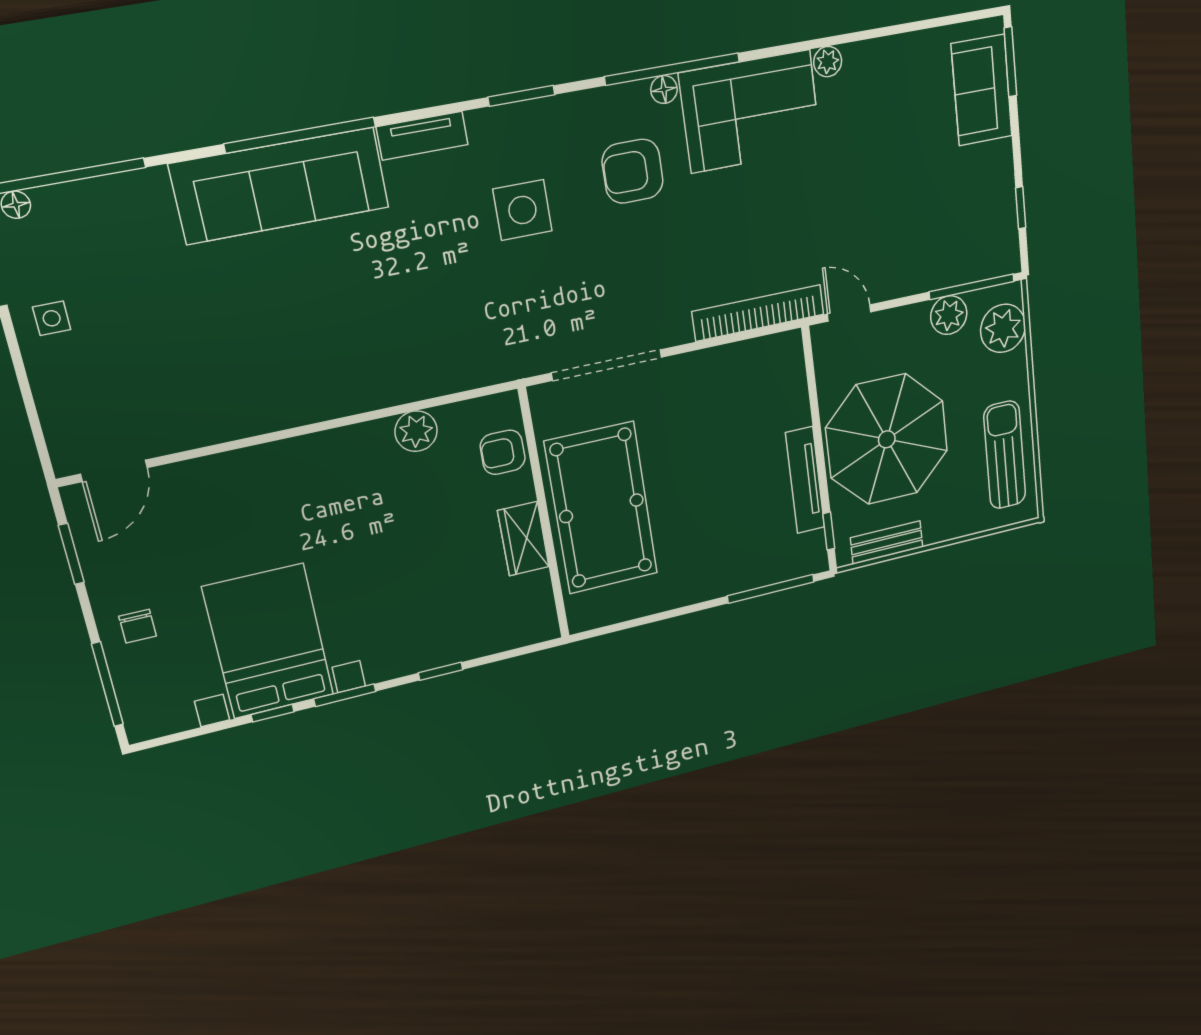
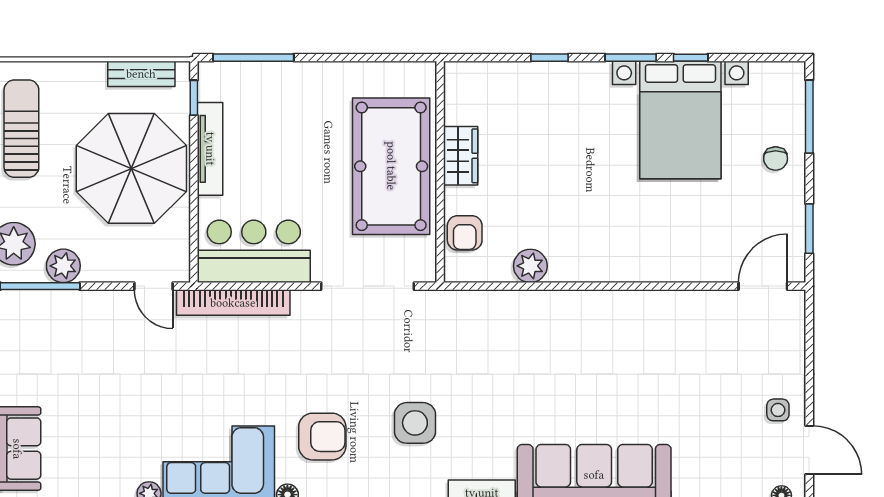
bar counter: (743, 377) -> (254, 251), added
armchair: (503, 452) -> (465, 233), turned 90
sun lounger: (1005, 455) -> (21, 129), turned 180
chair: (138, 626) -> (776, 159), turned 180

